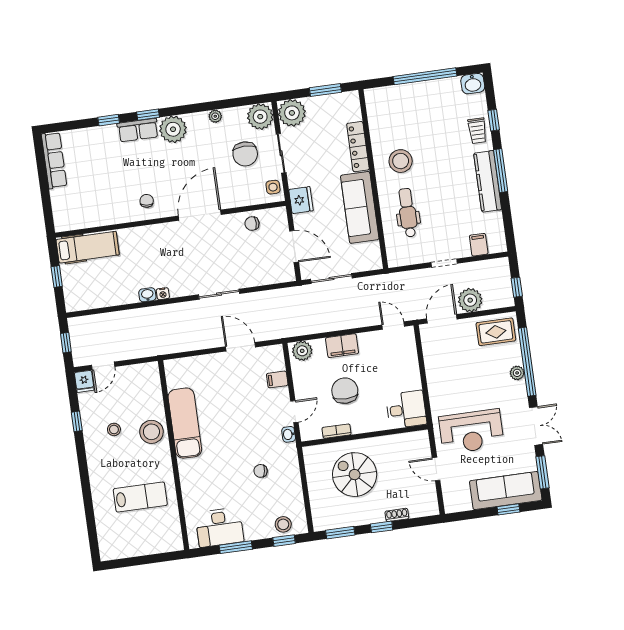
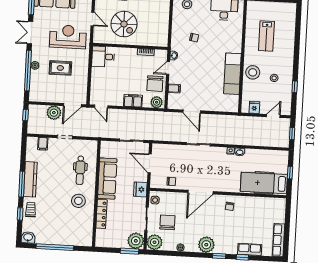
window: (325, 90) -> (130, 251), moved
row of seats: (138, 130) -> (250, 249), moved
hospital bed: (88, 247) -> (264, 183), width x1.37, depth x1.29
rug: (496, 332) -> (60, 68), moved
fridge: (84, 381) -> (254, 107), moved
chair: (345, 391) -> (155, 84), moved
spiral stairs: (355, 475) -> (124, 24), moved
lab bench: (140, 497) -> (266, 36), turned -90

